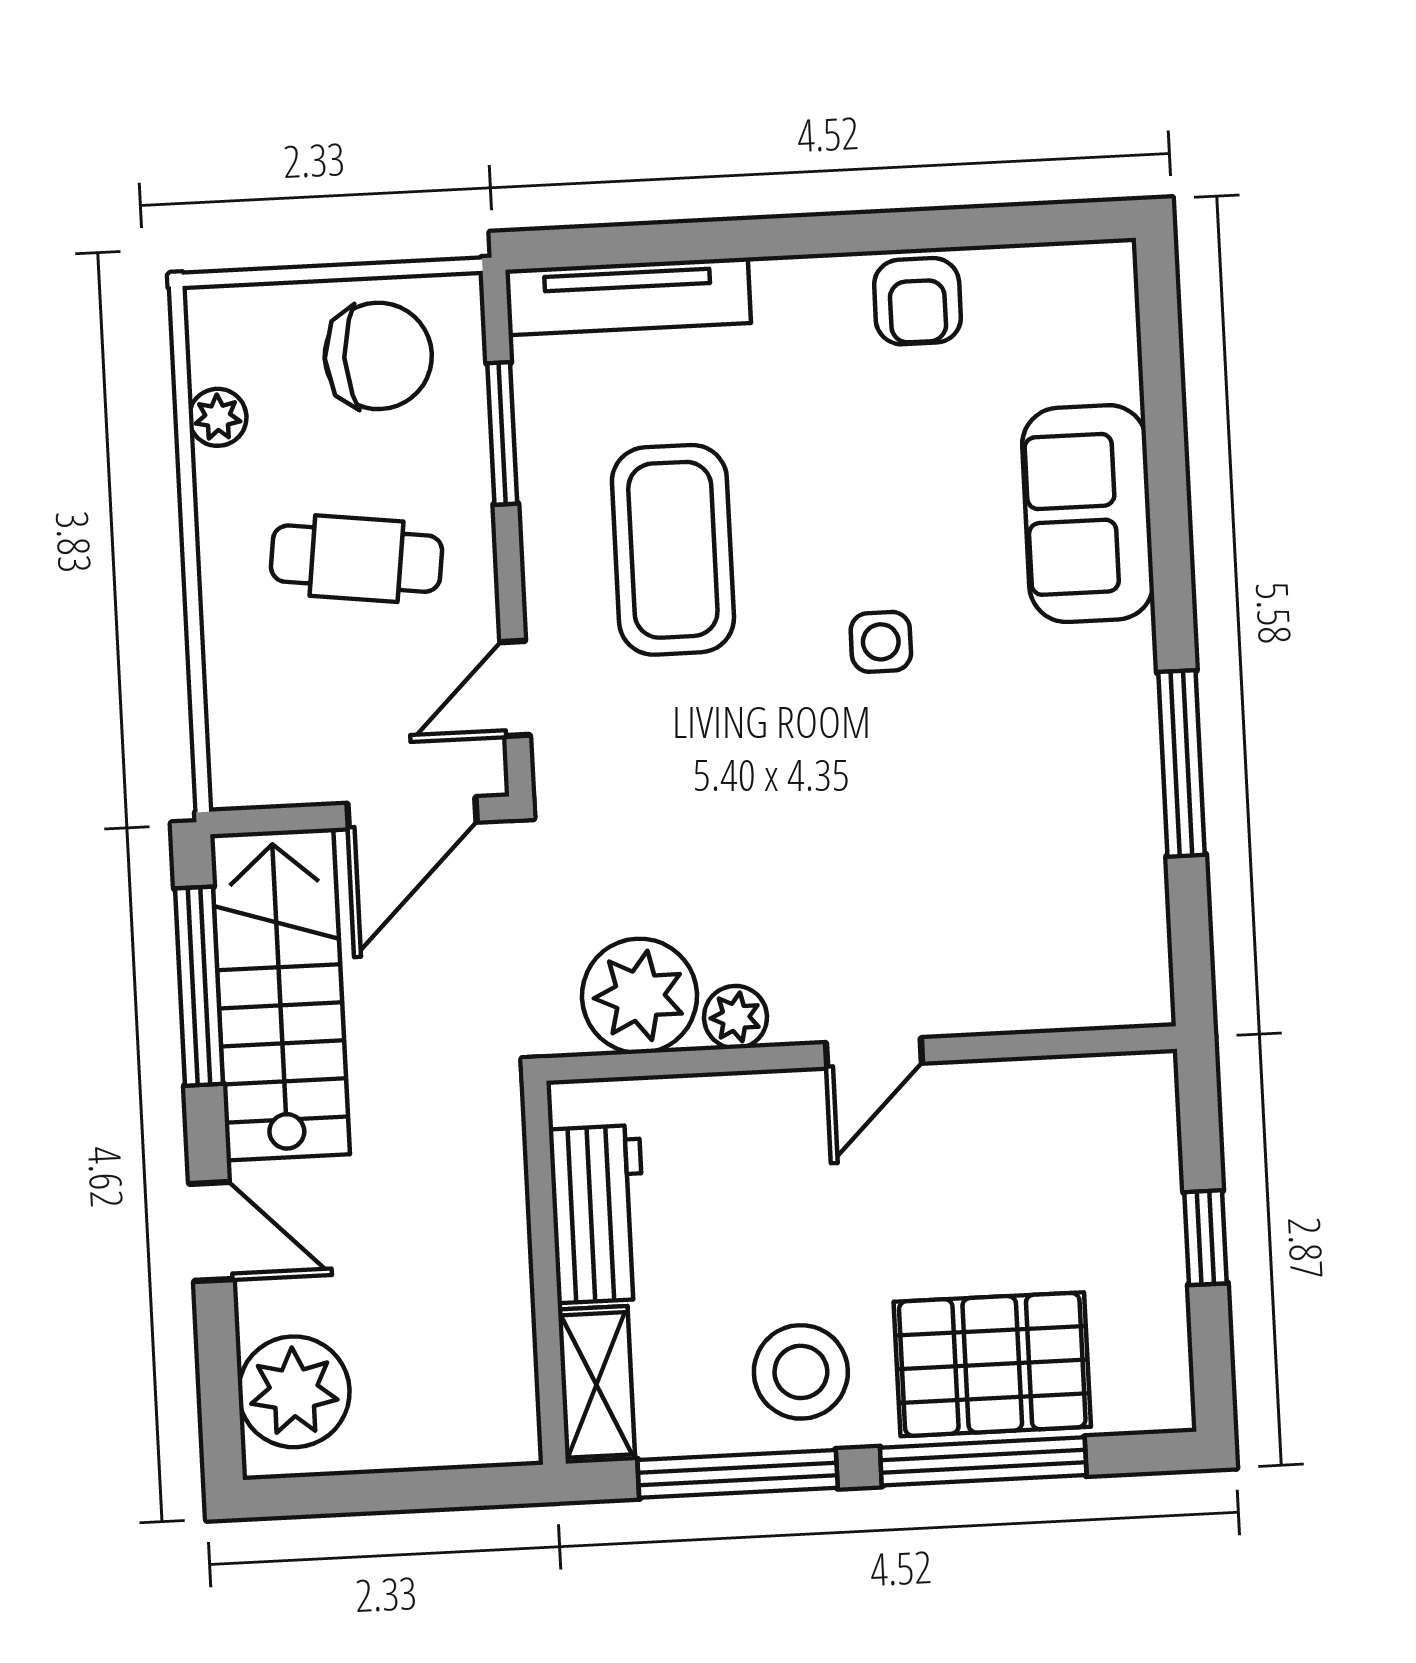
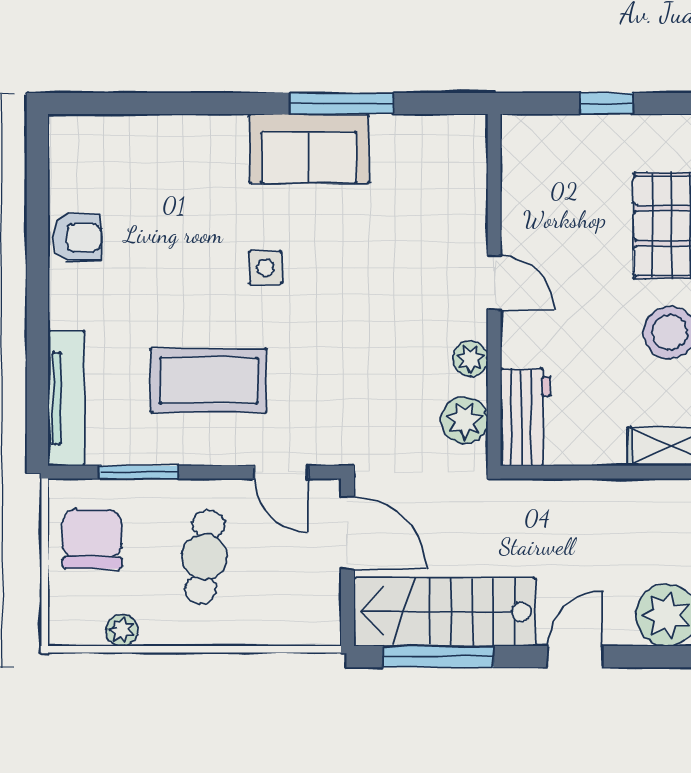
sofa: (1088, 514) -> (309, 149), moved
plant: (639, 996) -> (464, 420), width x0.73, depth x0.73
workbench: (598, 1214) -> (526, 417), moved, turned 90

